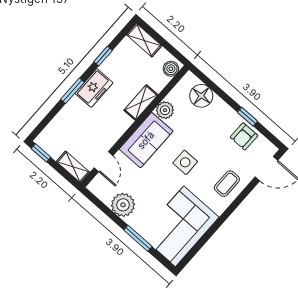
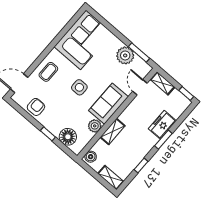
freezer: (94, 88) -> (162, 125), moved
window: (247, 117) -> (48, 134), moved
window: (138, 238) -> (139, 53), moved

